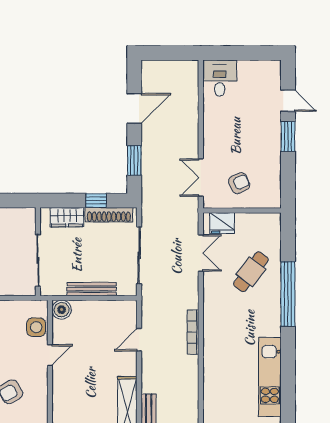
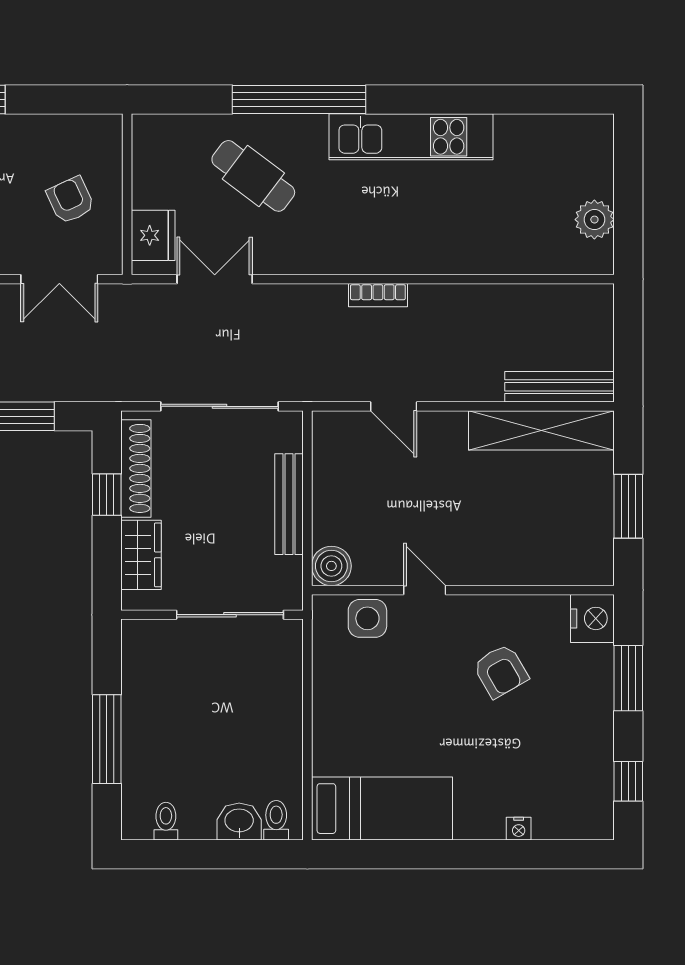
bookcase: (193, 332) -> (378, 295), width x0.64
kitchen unit: (270, 377) -> (411, 137), moved

